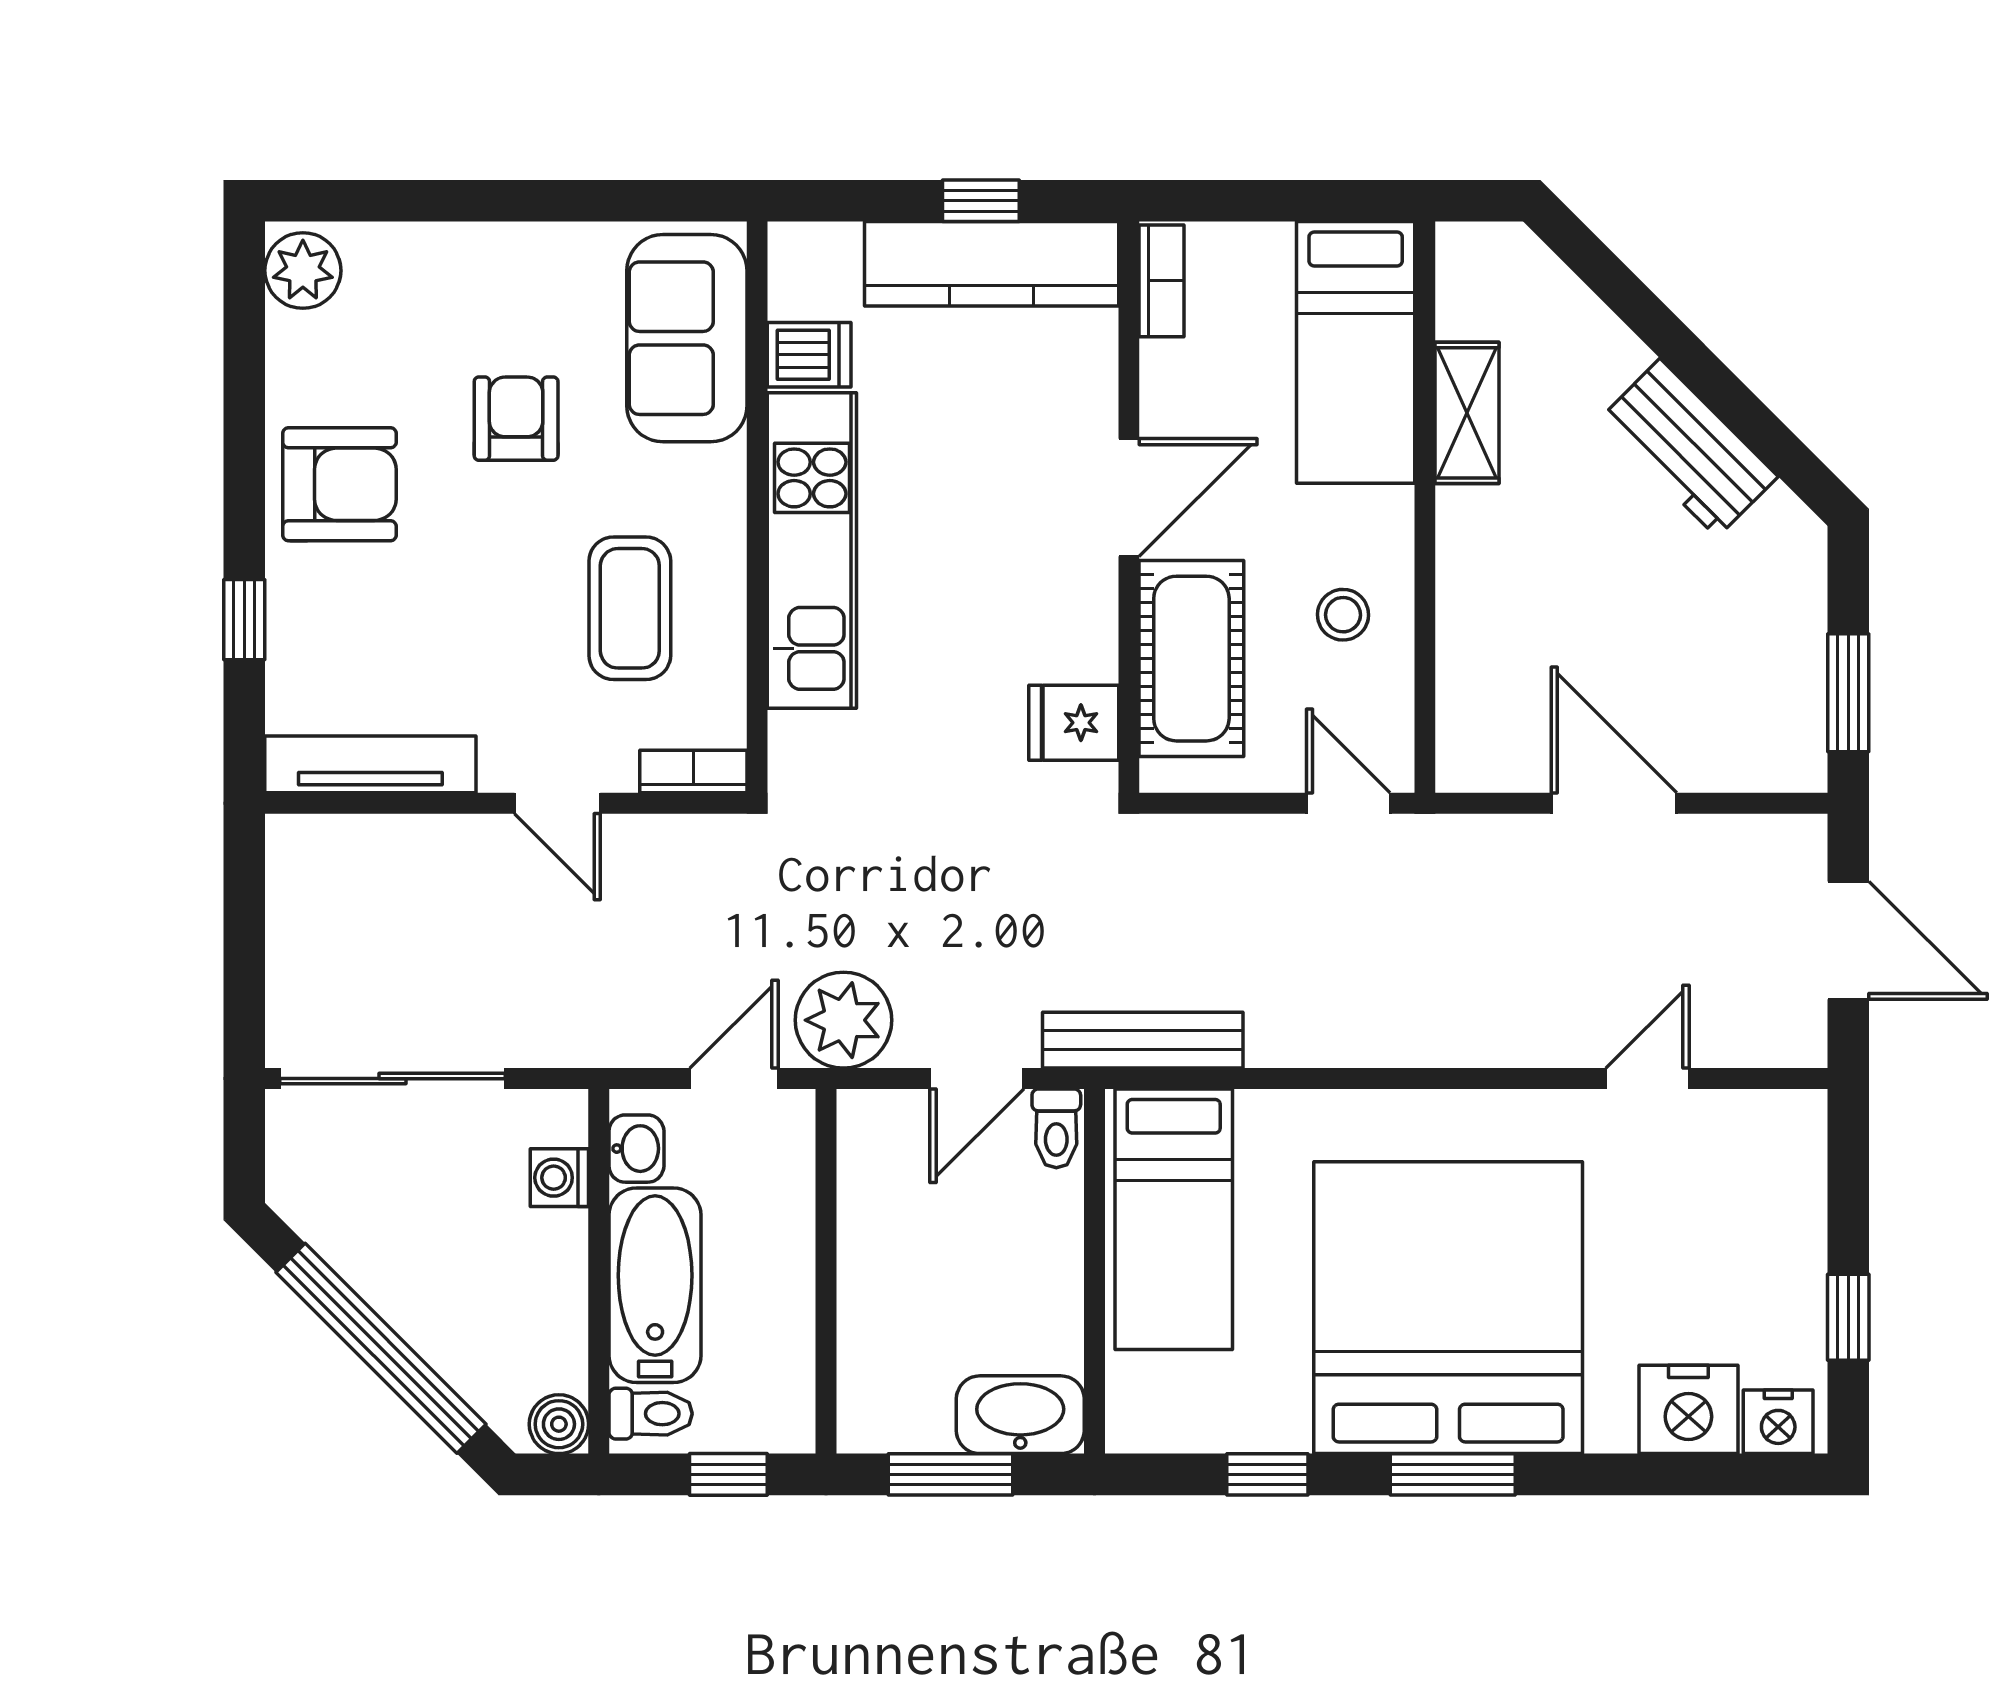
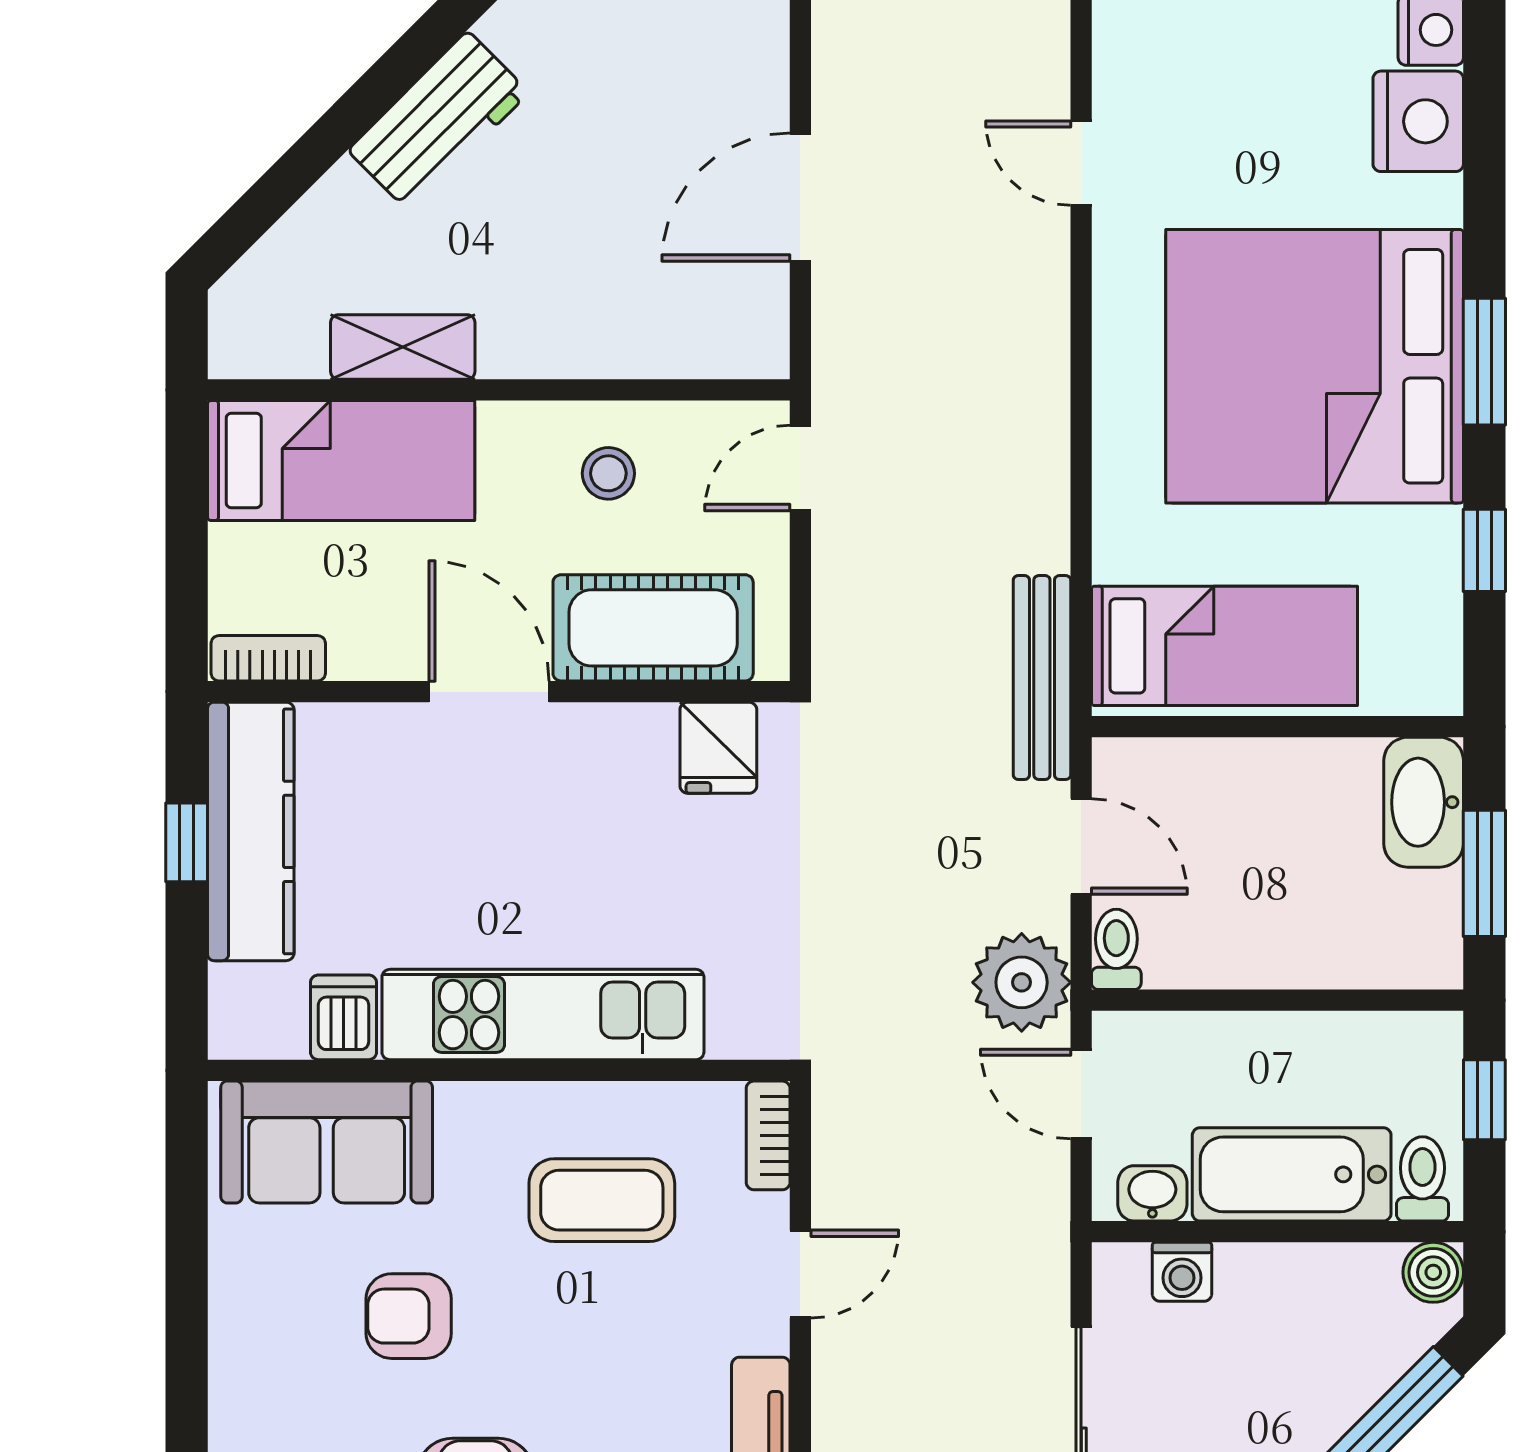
toilet: (1056, 1128) -> (1116, 949), moved, turned -90

